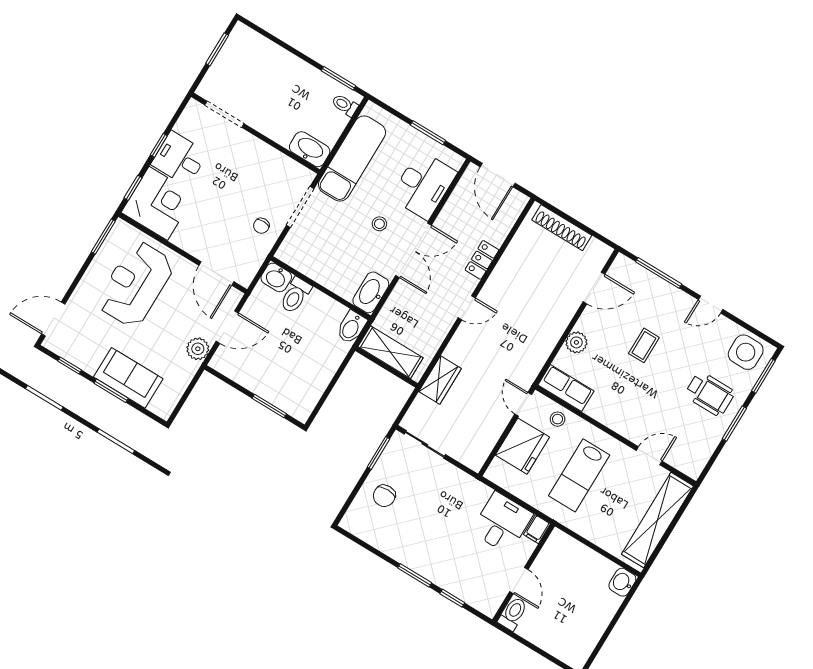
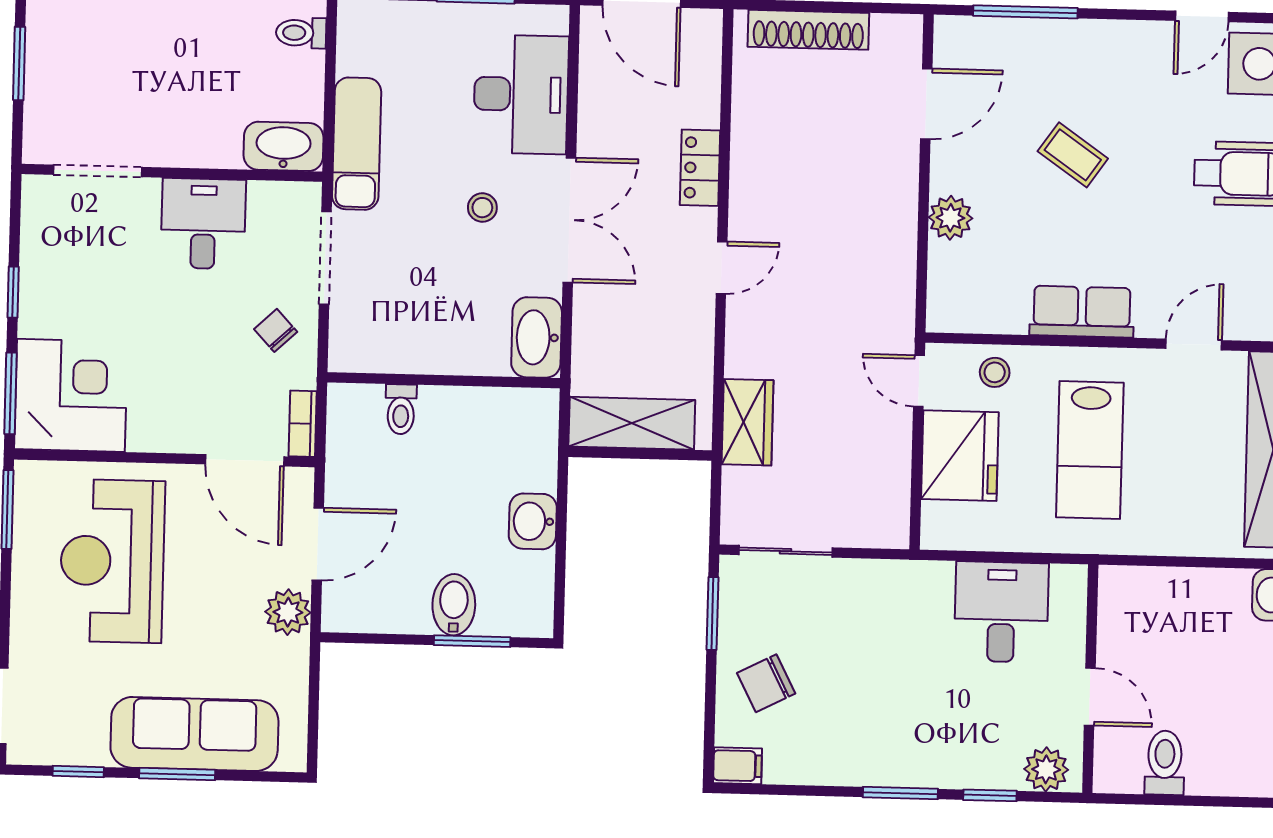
exam couch: (352, 158) -> (357, 144), width x0.73, depth x0.69
desk: (179, 159) -> (203, 224), moved, turned 90
window: (133, 188) -> (10, 393), width x1.50
chair: (261, 226) -> (276, 330), turned 137
bookcase: (250, 272) -> (303, 424), added
washbasin: (276, 277) -> (533, 521), moved, turned 90
toilet: (295, 295) -> (401, 409), width x0.73, depth x0.72
door: (711, 304) -> (1202, 16), moved
bidet: (351, 327) -> (454, 605), moved, turned 180
coffee table: (644, 345) -> (1073, 155), turned -55
sofa: (128, 378) -> (194, 734), width x1.36
row of seats: (566, 388) -> (1082, 312), moved
chair: (384, 496) -> (766, 683), turned 63
filing cabinet: (537, 529) -> (738, 766), moved, turned -90
plant: (483, 601) -> (1046, 769), added
toilet: (513, 614) -> (1165, 763), moved

